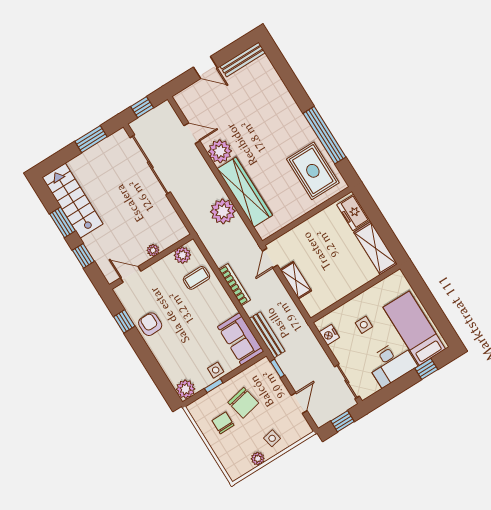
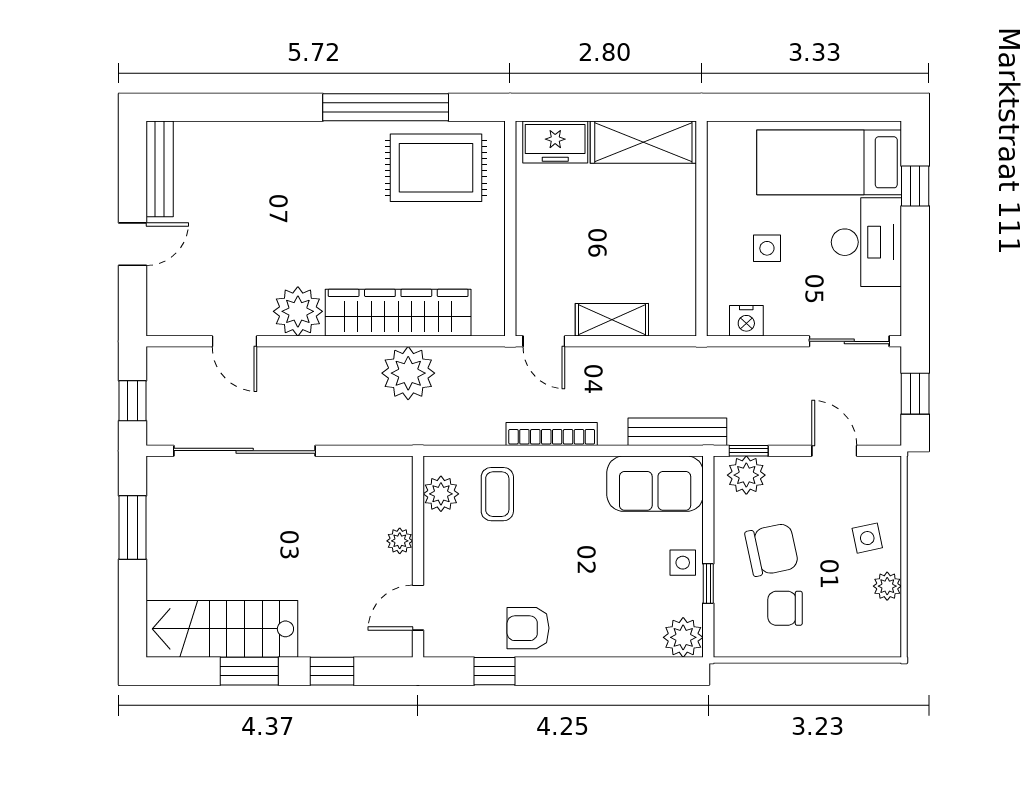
door: (192, 133) -> (234, 341), swing flipped
plant: (267, 374) -> (746, 475), added

